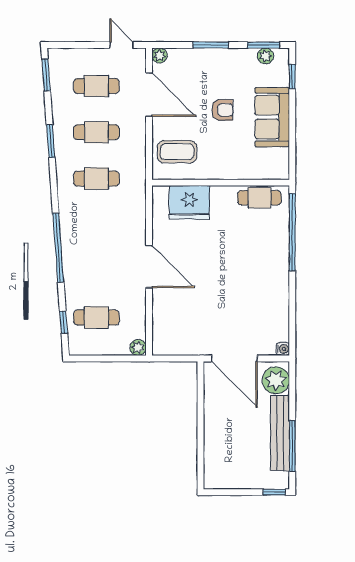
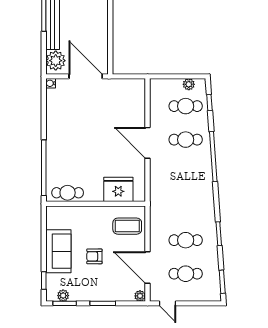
cafe table: (96, 179) -> (186, 140), moved
plant: (138, 347) -> (189, 84), moved

